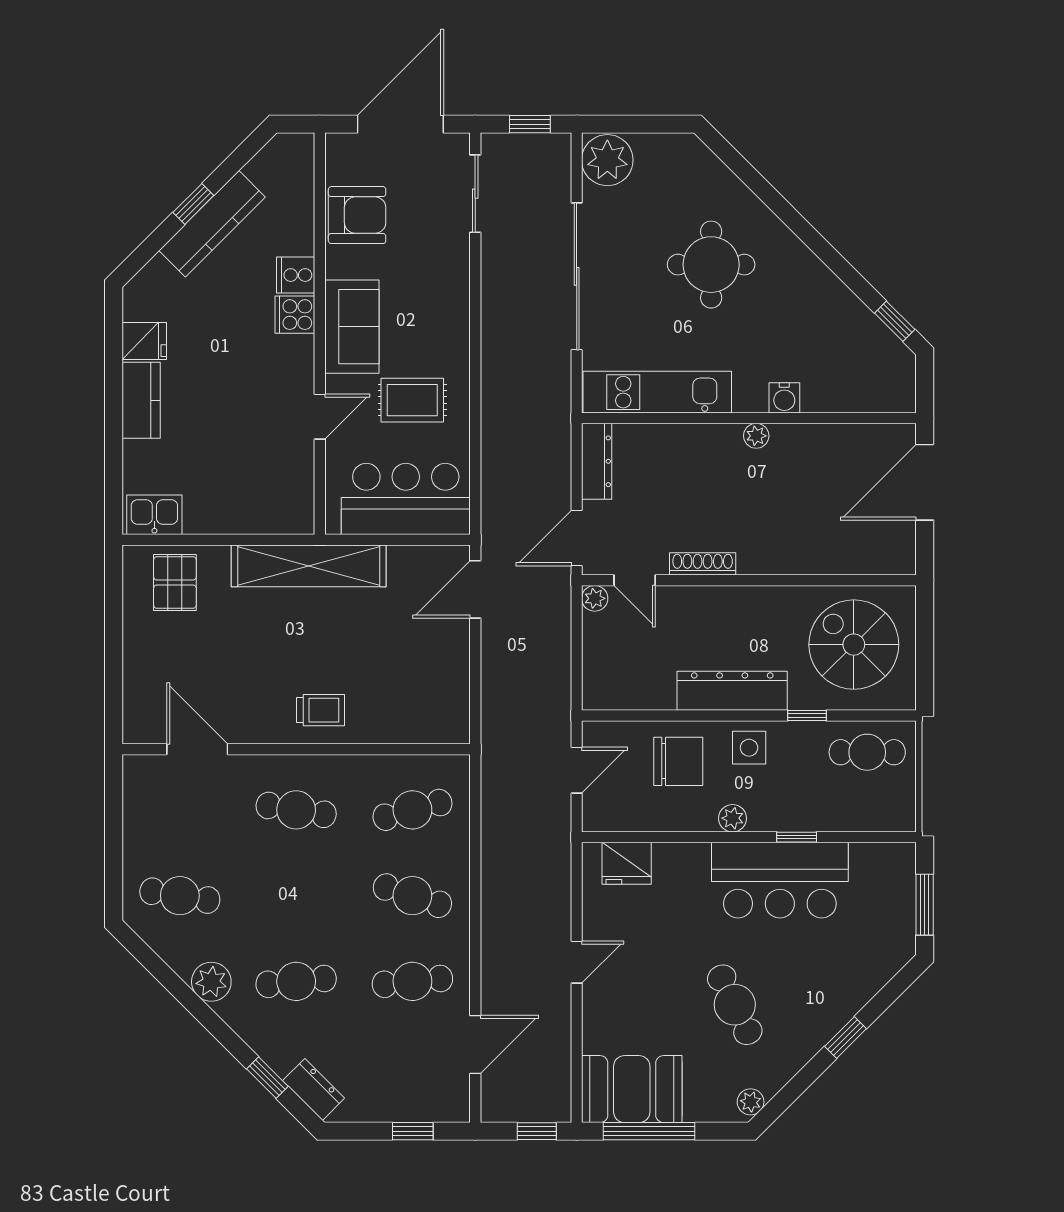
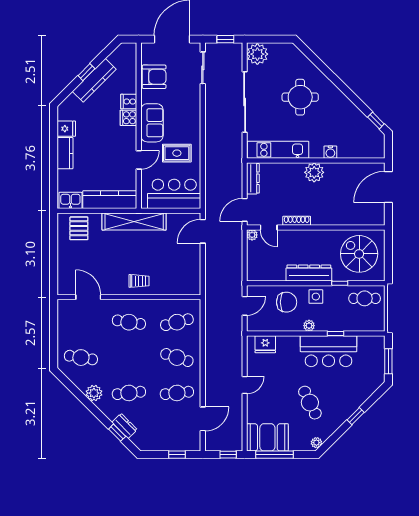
plant: (756, 436) -> (314, 172), width x1.87, depth x1.87
kitchen counter: (250, 513) -> (110, 200), added
dresser: (314, 1089) -> (124, 426), moved

